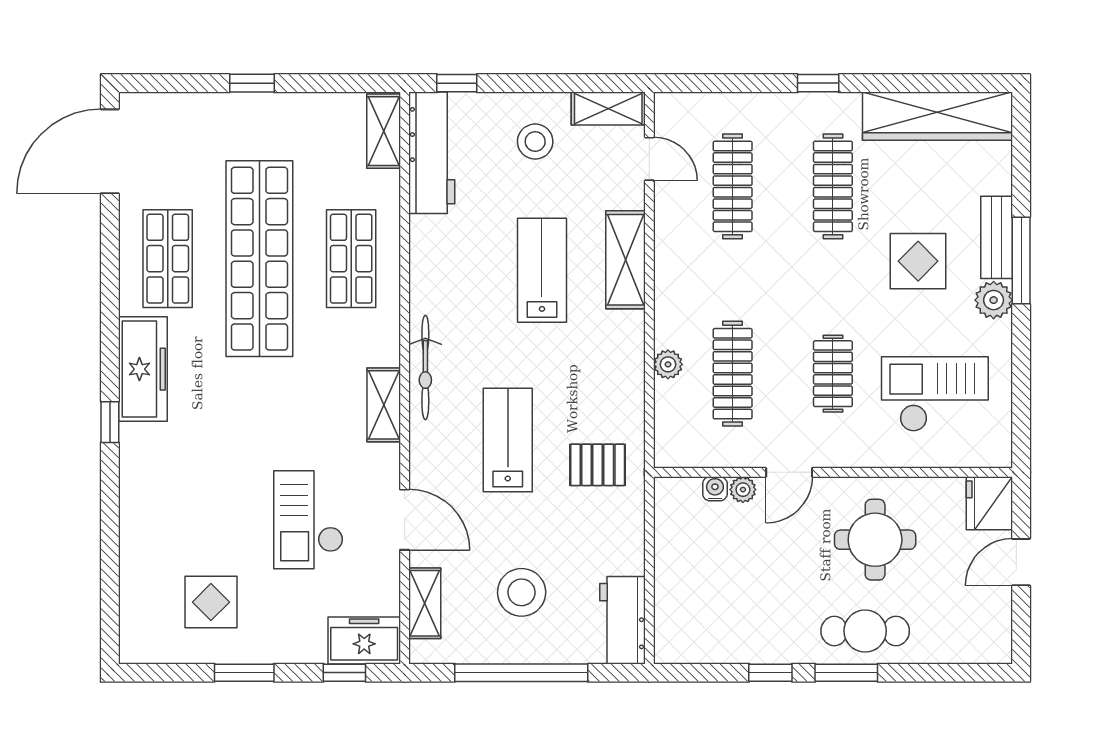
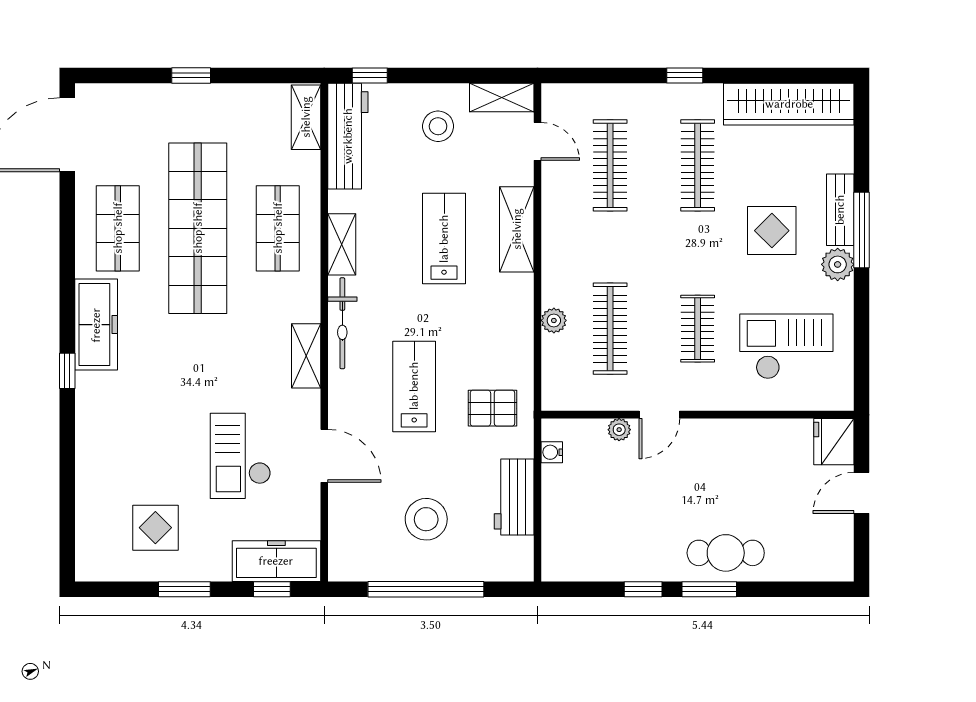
water cooler: (715, 489) -> (552, 452), moved, turned -90
round table: (875, 540) -> (734, 473), removed
shelving: (425, 603) -> (342, 244), moved
workbench: (623, 620) -> (514, 497), moved
freezer: (364, 640) -> (276, 561), width x1.40

